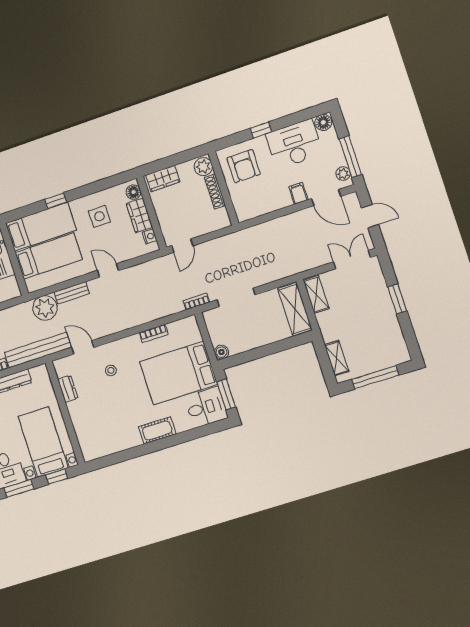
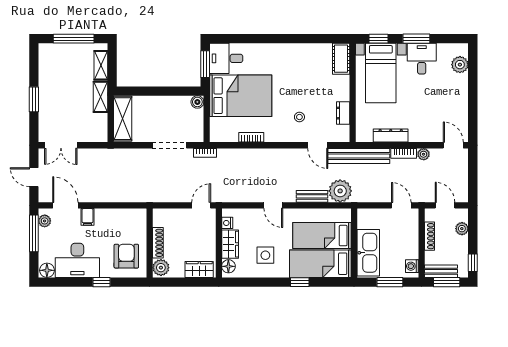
shelving: (316, 294) -> (100, 97), moved
cot: (157, 430) -> (341, 59), moved, turned 90

